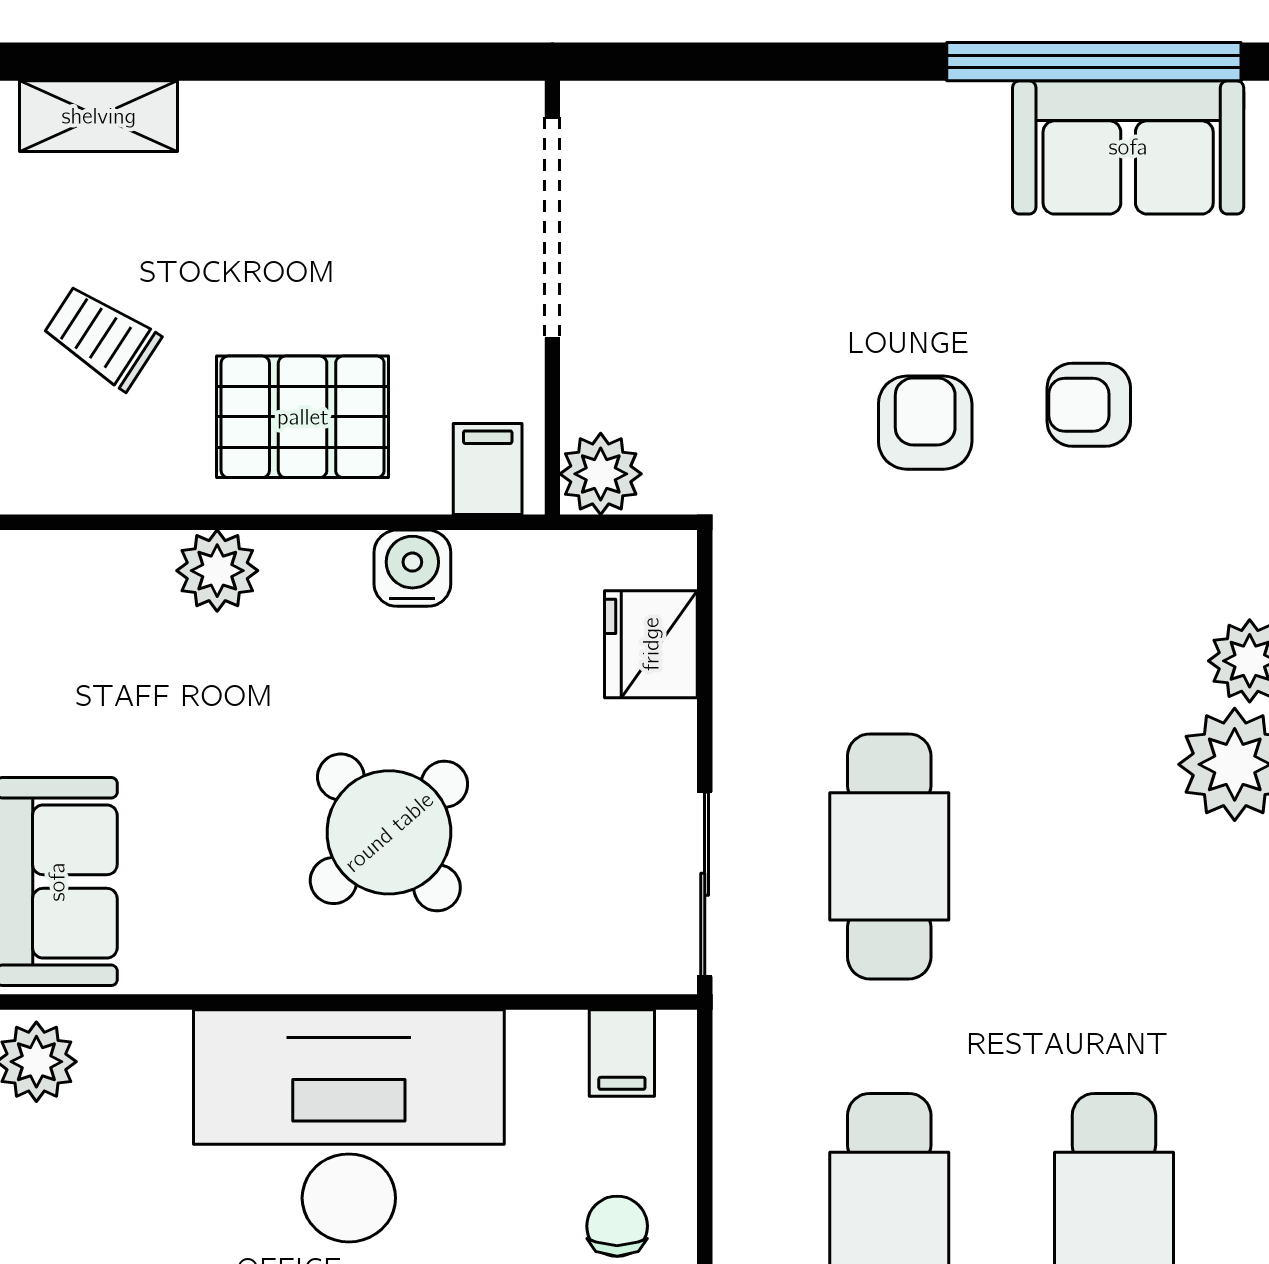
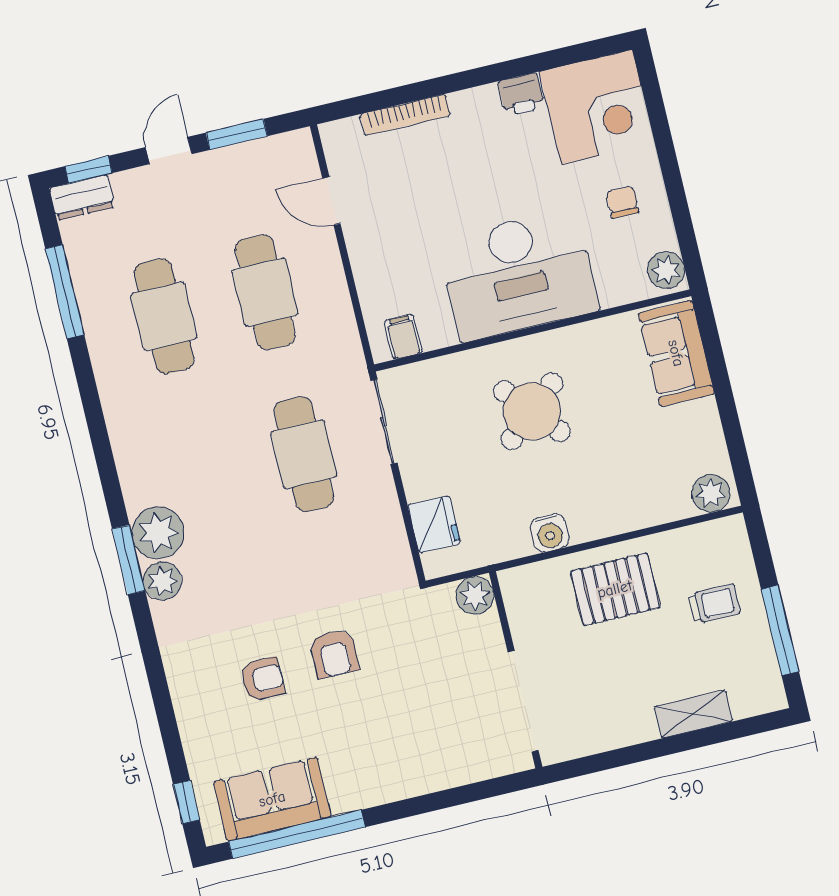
shelving: (99, 116) -> (693, 714), moved
trolley: (102, 337) -> (714, 604), turned -33
filing cabinet: (488, 469) -> (526, 586), removed
plant: (217, 571) -> (711, 493), moved
chair: (617, 1226) -> (622, 202), moved, turned 180

